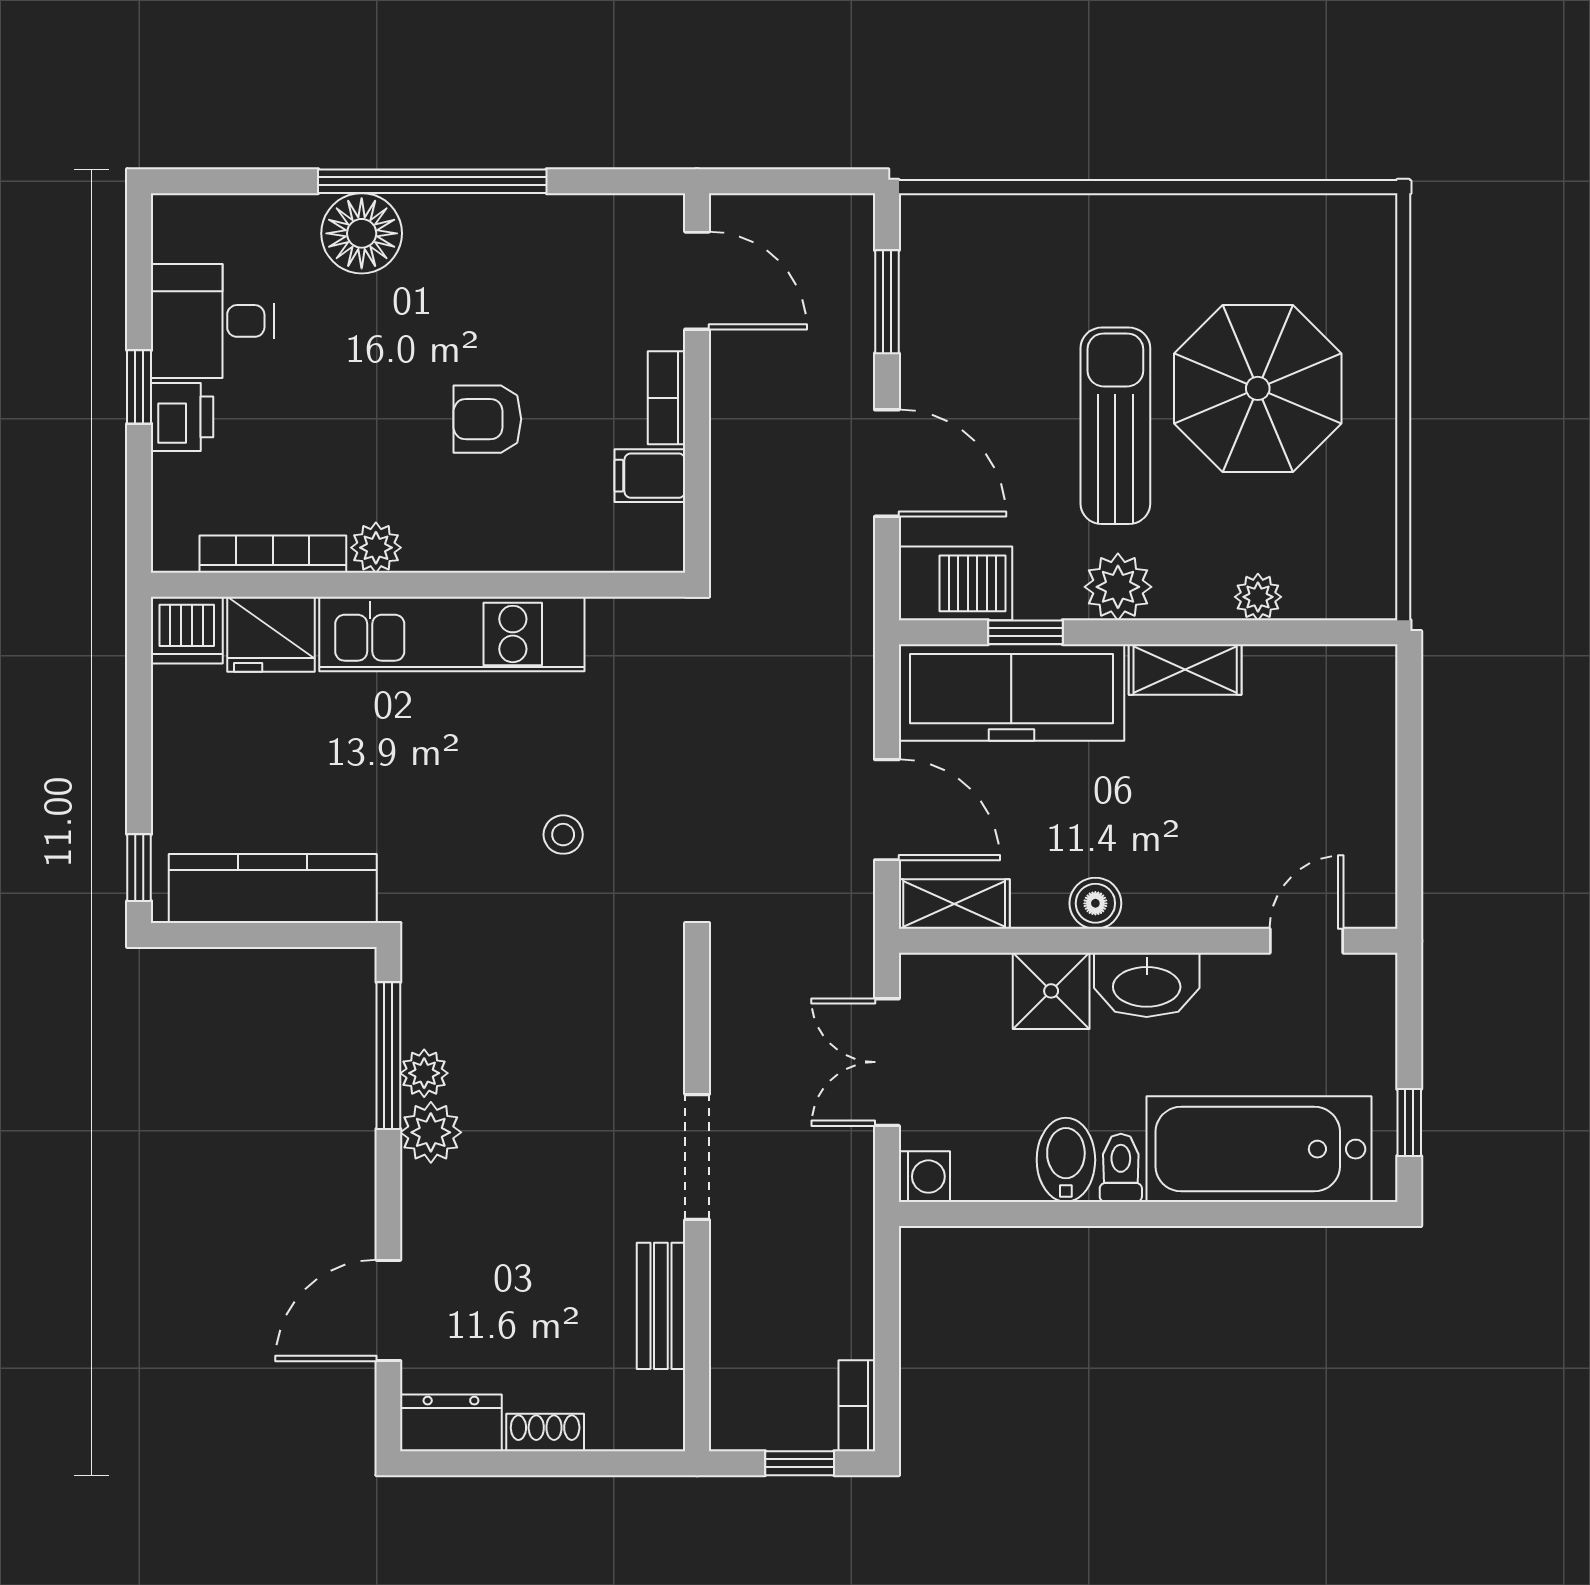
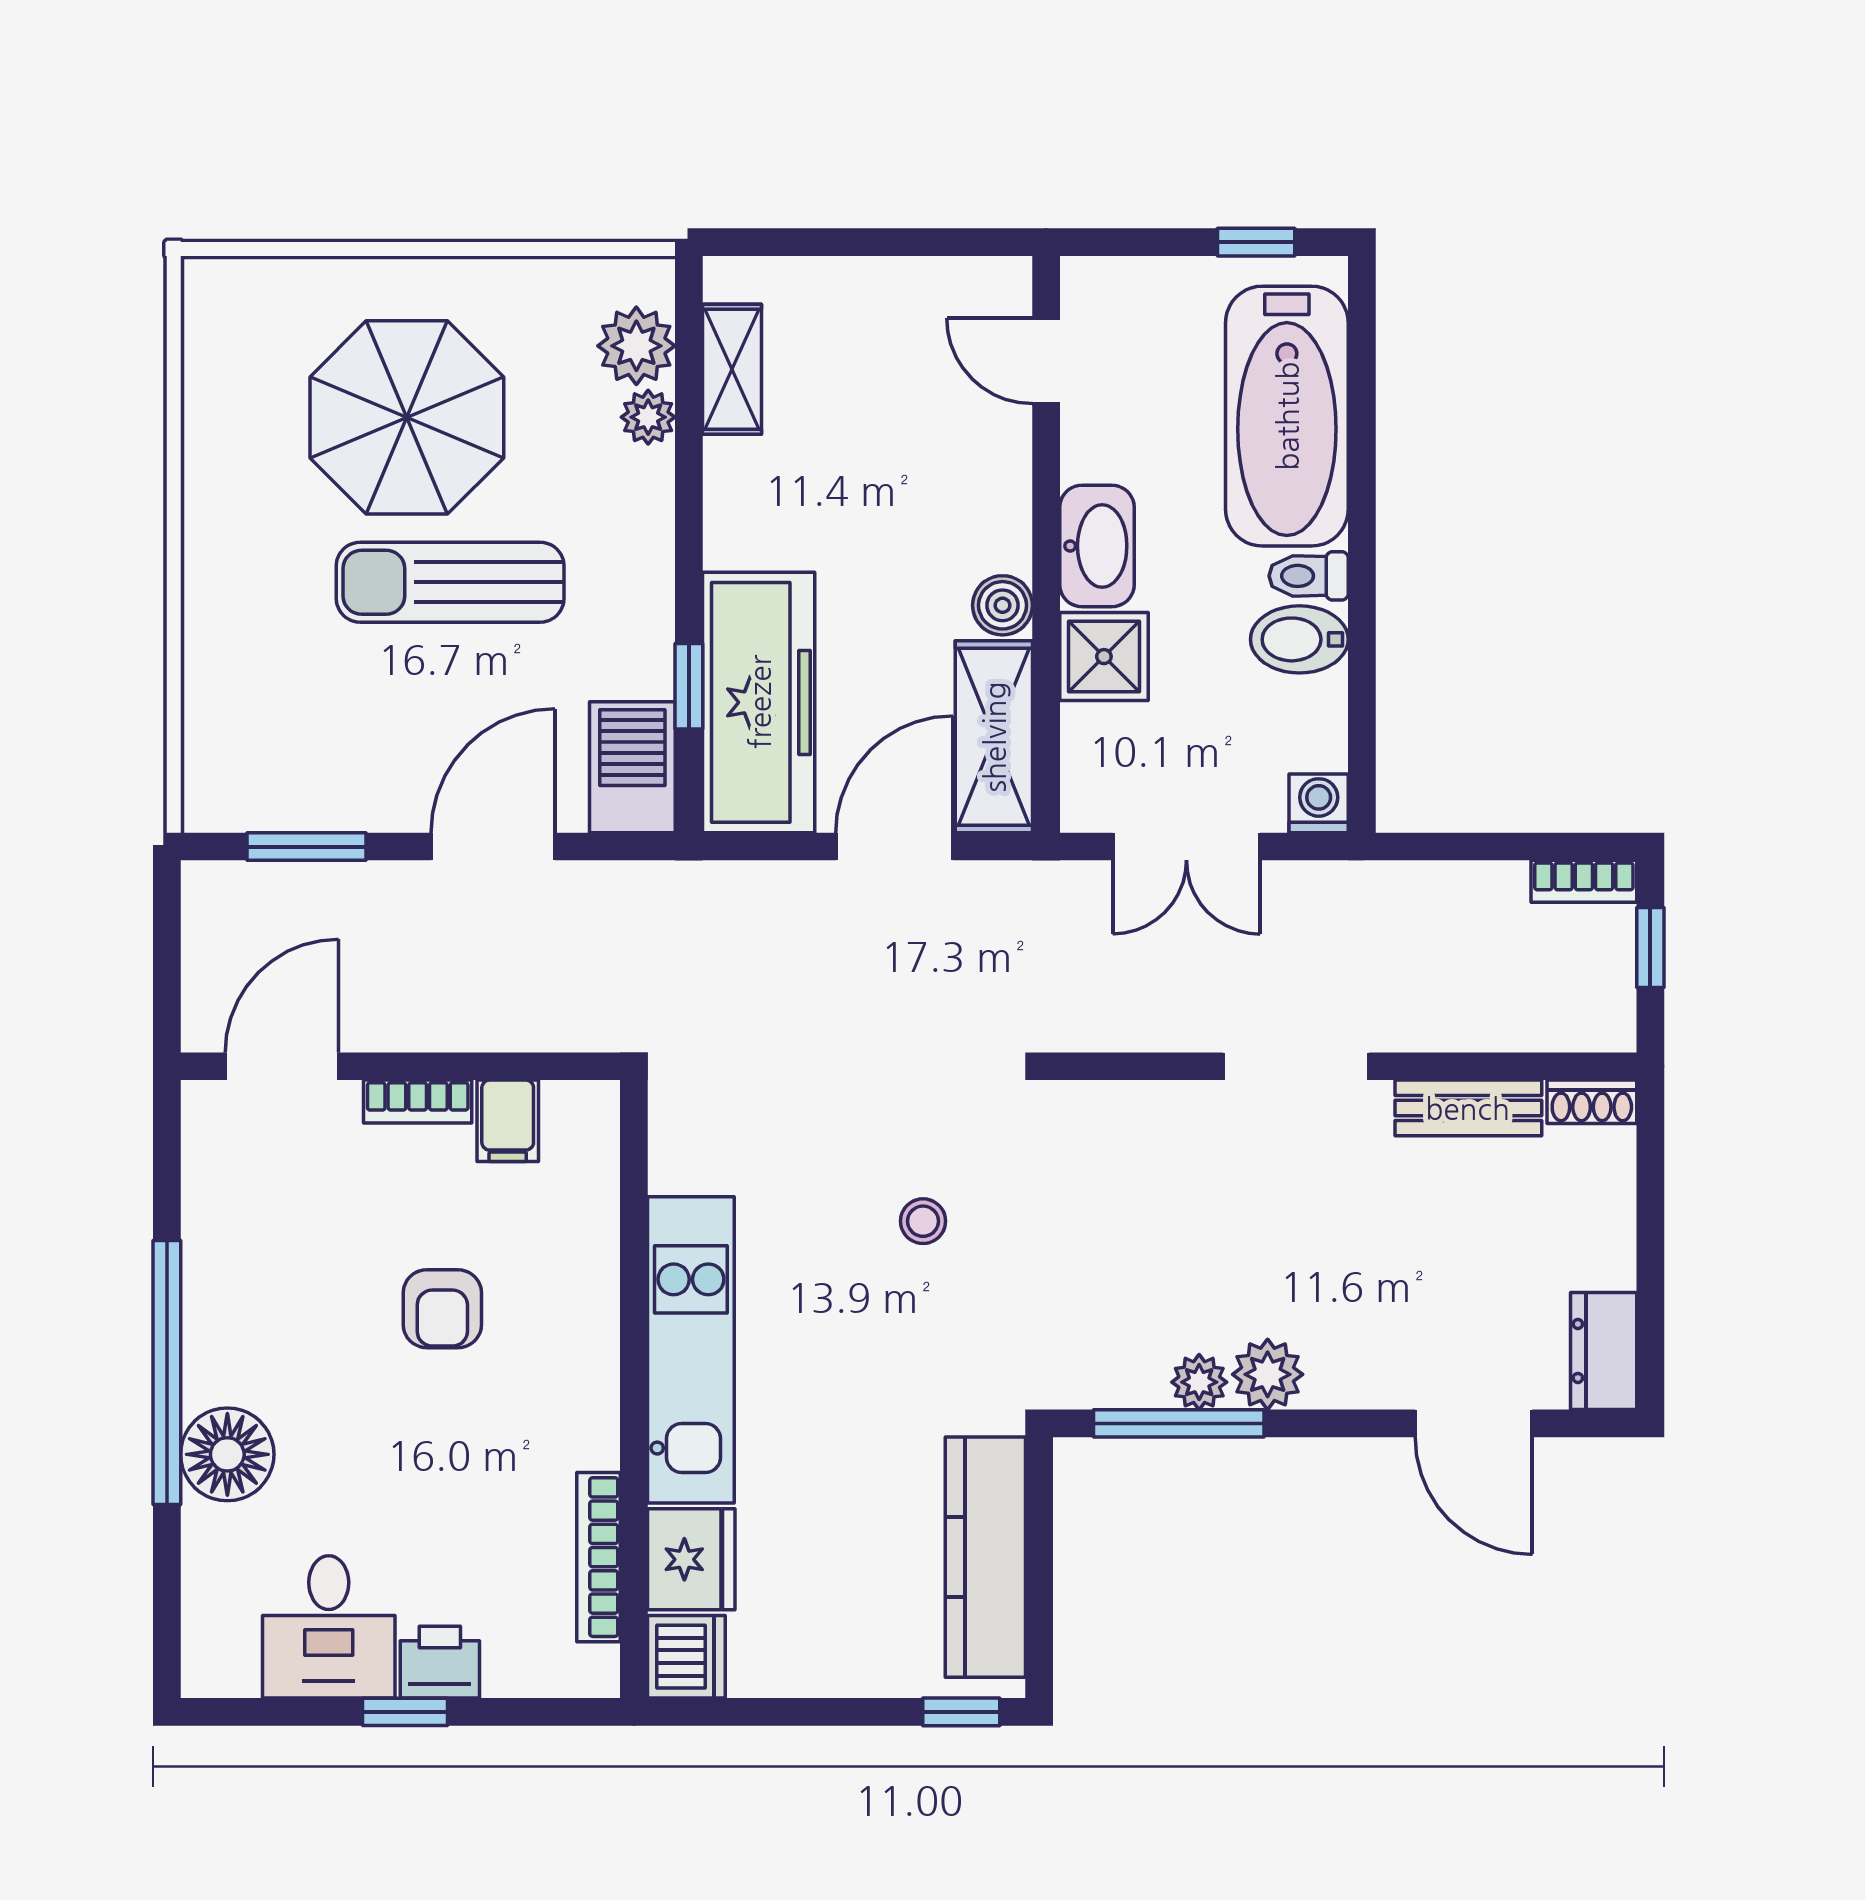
plant: (376, 548) -> (591, 1438), removed
plant: (1118, 587) -> (636, 346), moved
shelving: (1185, 669) -> (732, 369), moved
shelving: (954, 904) -> (994, 737), width x1.50, depth x1.33
shoe rack: (545, 1432) -> (1592, 1102), moved, turned -90

